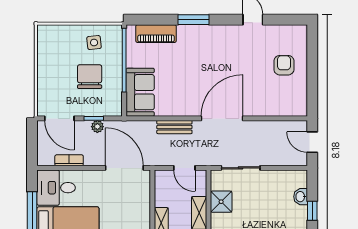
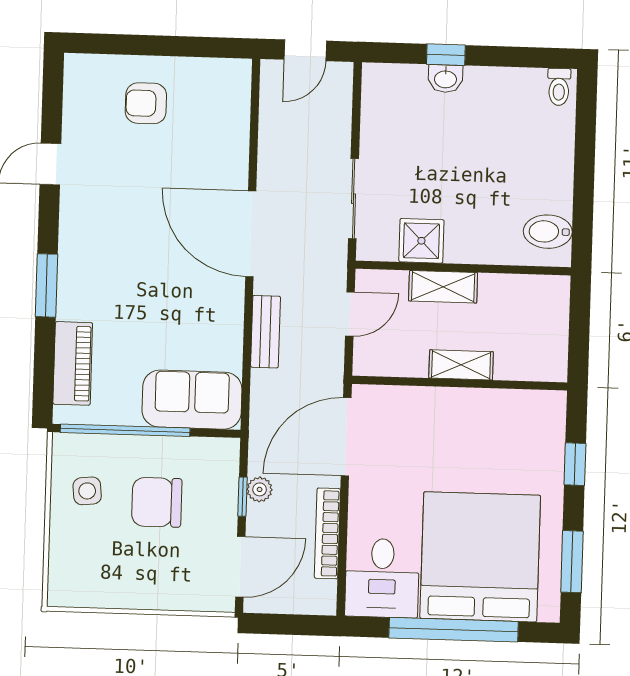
bookcase: (69, 160) -> (327, 533), width x1.56
washbasin: (301, 197) -> (446, 79), moved

